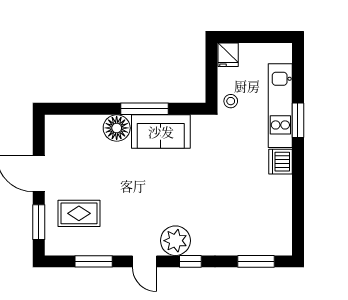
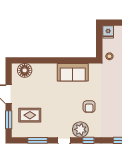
window: (144, 109) -> (64, 60), removed
floor lamp: (117, 128) -> (25, 70), moved
armchair: (192, 197) -> (89, 107), added

